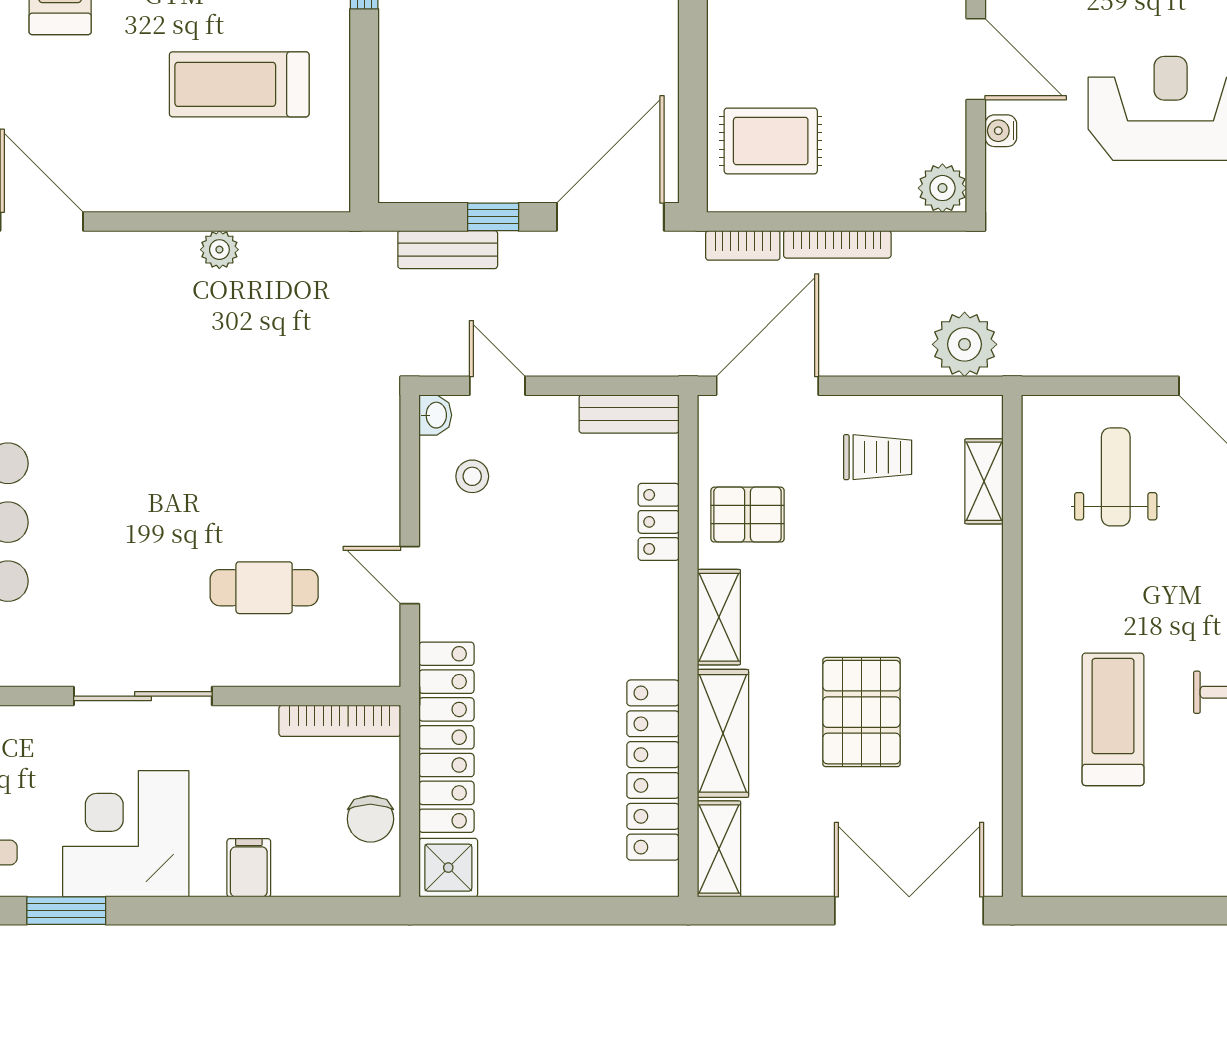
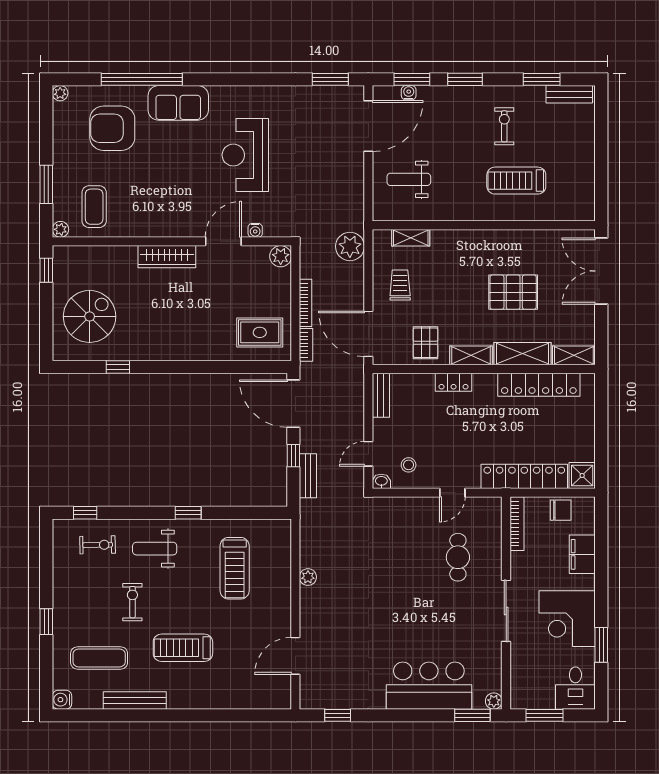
rug: (771, 141) -> (260, 332), turned 90
locker: (659, 522) -> (454, 382), moved
filing cabinet: (249, 868) -> (582, 554), width x2.00

